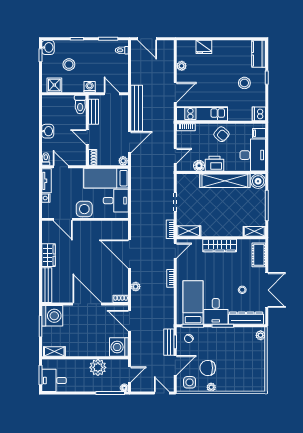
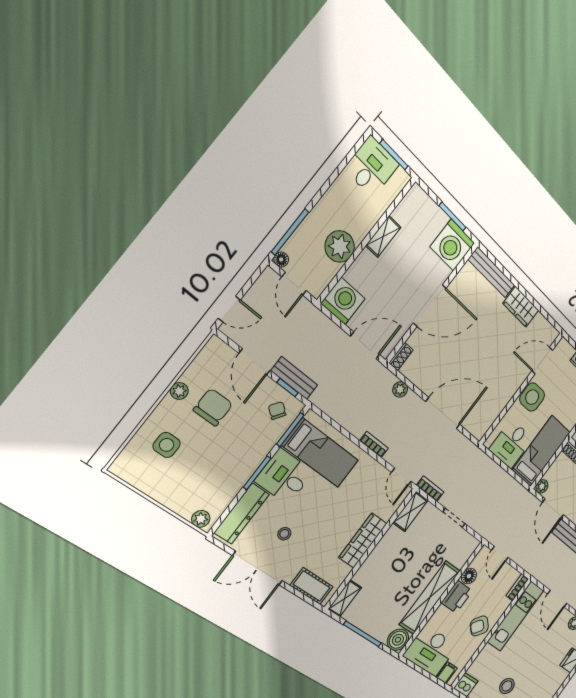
shelving: (54, 351) -> (383, 236), moved
side table: (190, 382) -> (167, 445), moved

